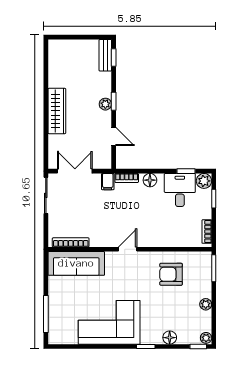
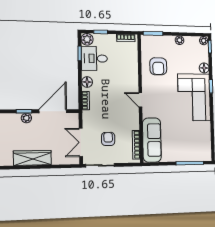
door: (114, 137) -> (53, 111), width x1.87
filing cabinet: (108, 182) -> (89, 116), removed
armchair: (79, 206) -> (108, 139), added
corner sofa: (109, 322) -> (194, 97), moved

